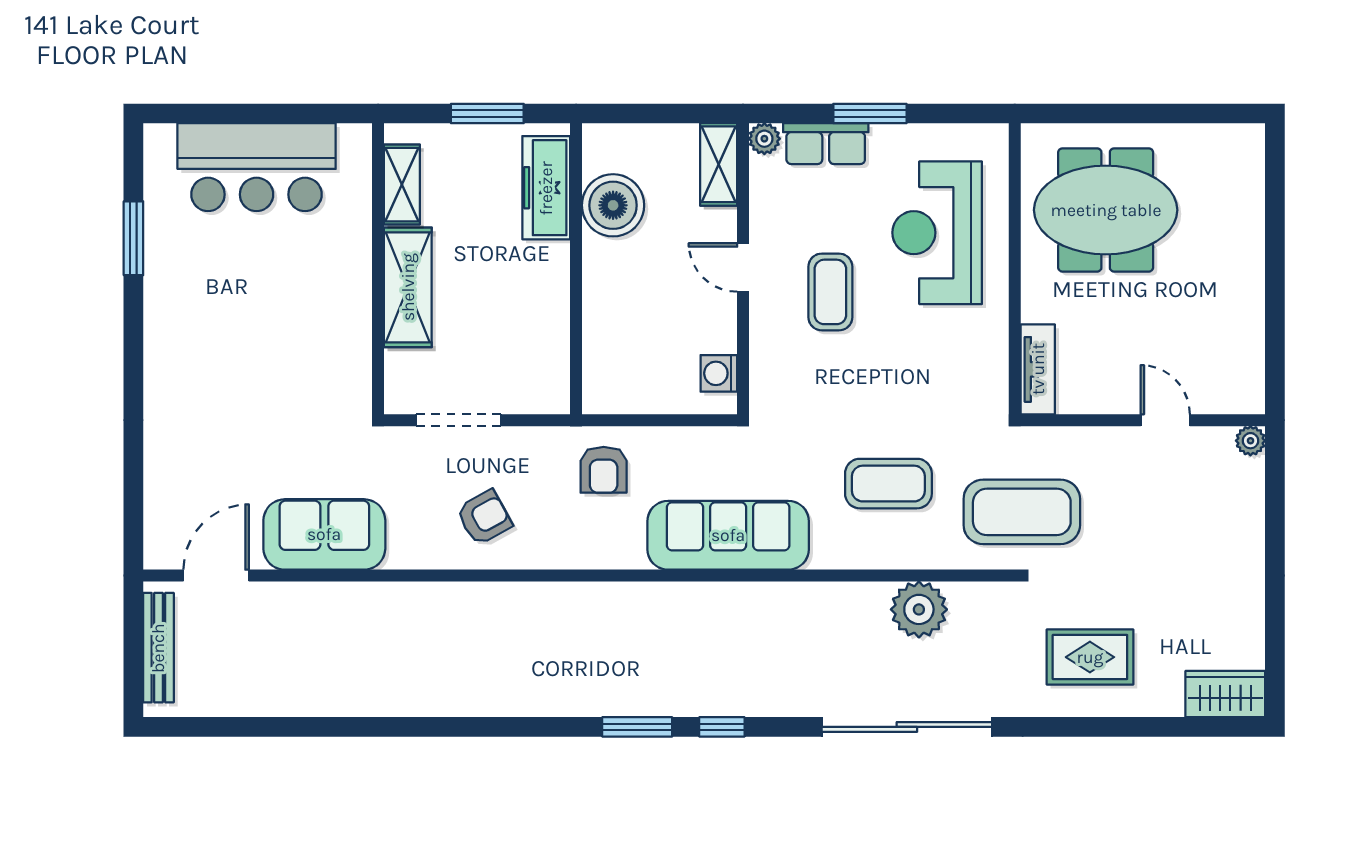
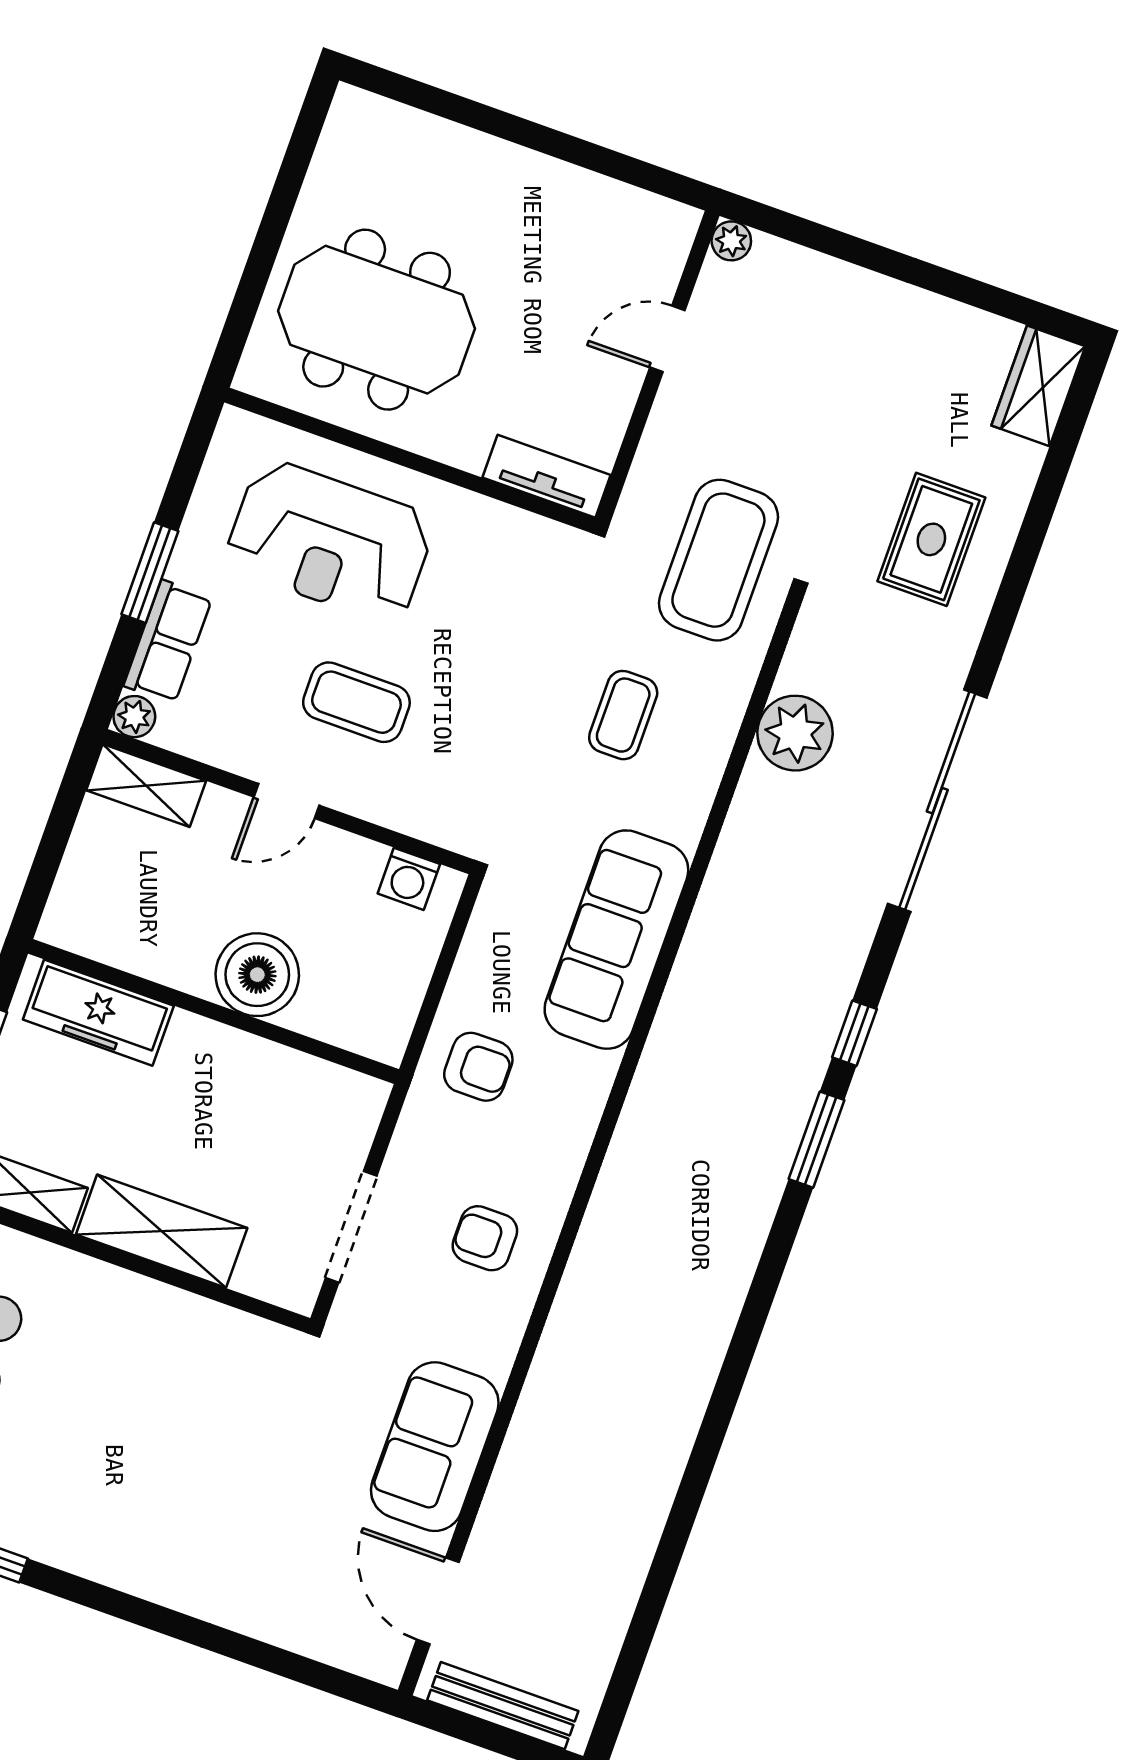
boiler: (613, 205) -> (257, 975), moved
meeting table: (1106, 210) -> (377, 320), turned 90
coffee table: (888, 484) -> (623, 715), width x0.73, depth x0.77
armchair: (484, 517) -> (485, 1238), turned -61

